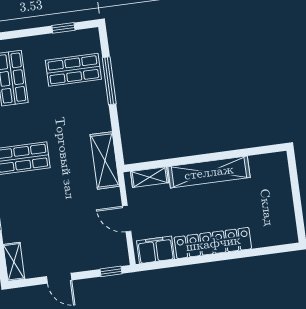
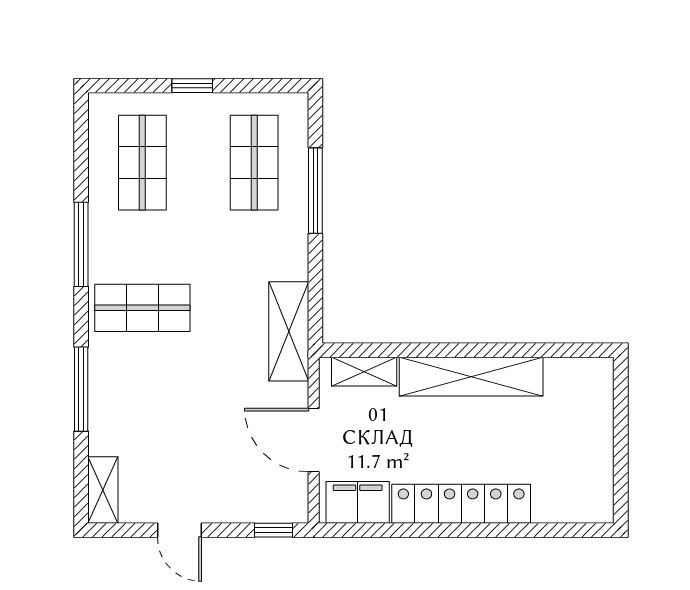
window: (63, 28) -> (192, 86), moved
shop shelf: (73, 70) -> (254, 163), turned 90
door: (127, 219) -> (314, 440), width x1.38

